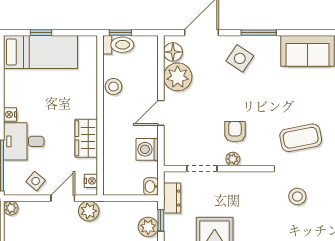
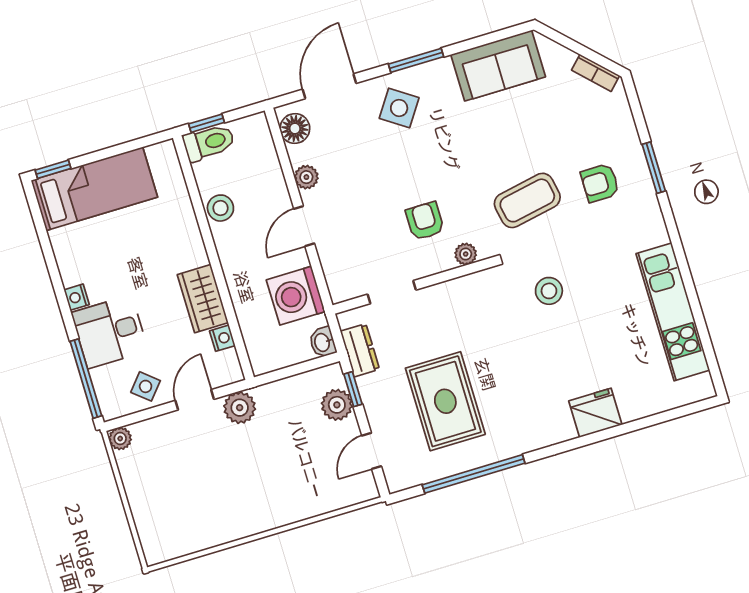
window: (41, 33) -> (53, 169), moved
plant: (178, 77) -> (306, 177), width x0.53, depth x0.53
washing machine: (147, 149) -> (296, 296), width x1.37, depth x1.37
plant: (233, 159) -> (466, 254), moved
nightstand: (91, 181) -> (222, 338), moved

